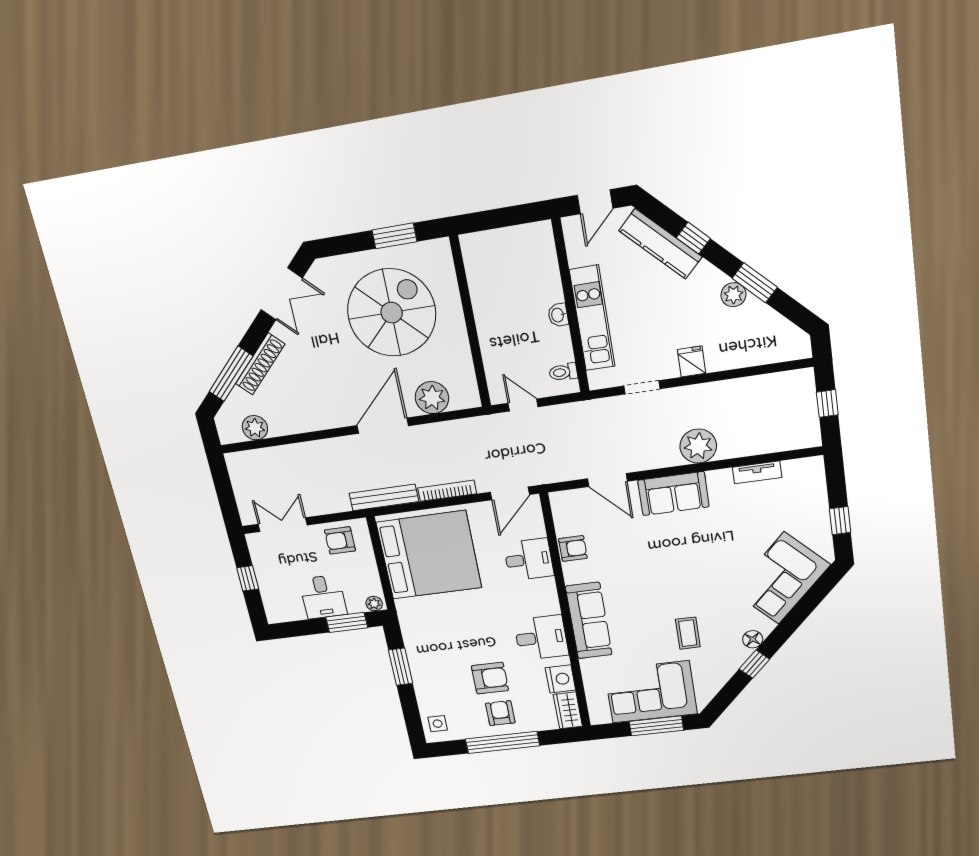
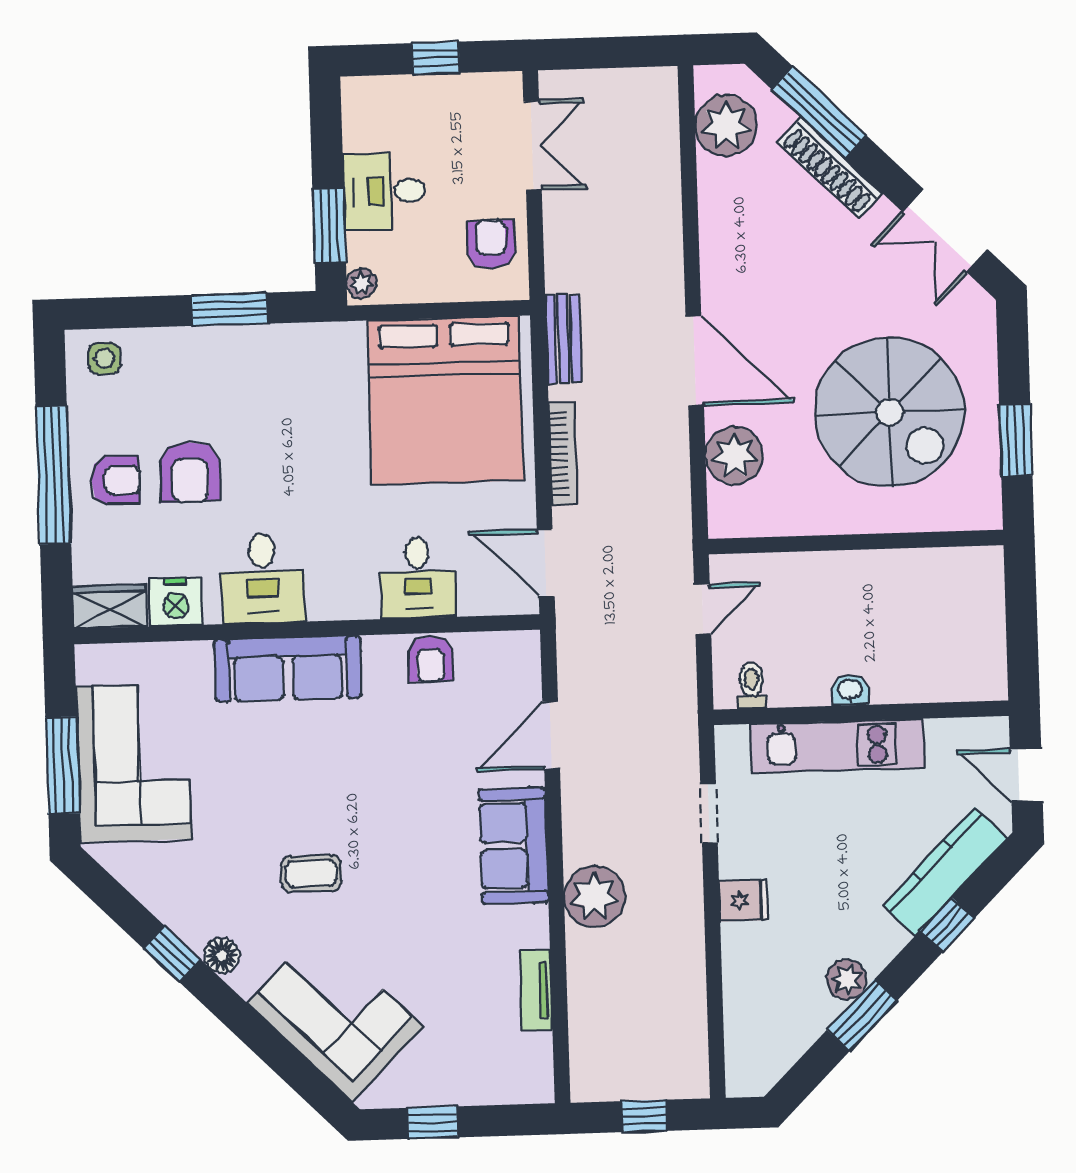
plant: (255, 428) -> (726, 125), width x1.36, depth x1.36
bench: (384, 497) -> (563, 339), width x0.73
coffee table: (688, 633) -> (311, 873), moved

